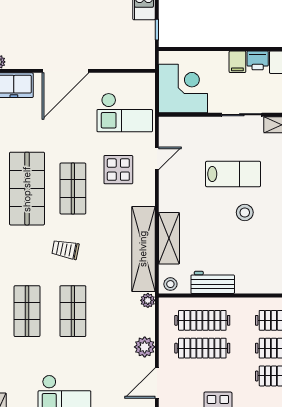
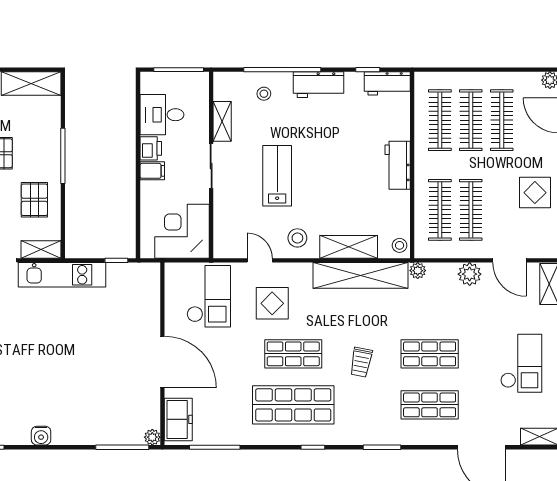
stool: (245, 212) -> (297, 238), moved
workbench: (213, 282) -> (398, 165), moved

